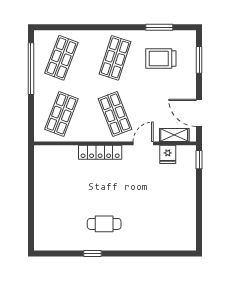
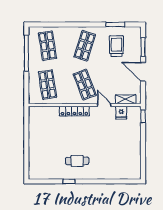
shop shelf: (61, 58) -> (47, 46), turned -30
trolley: (161, 59) -> (116, 46), turned 90
door: (199, 113) -> (143, 72), moved
shop shelf: (61, 114) -> (47, 85), turned -30
door: (143, 143) -> (104, 105), hinge flipped

